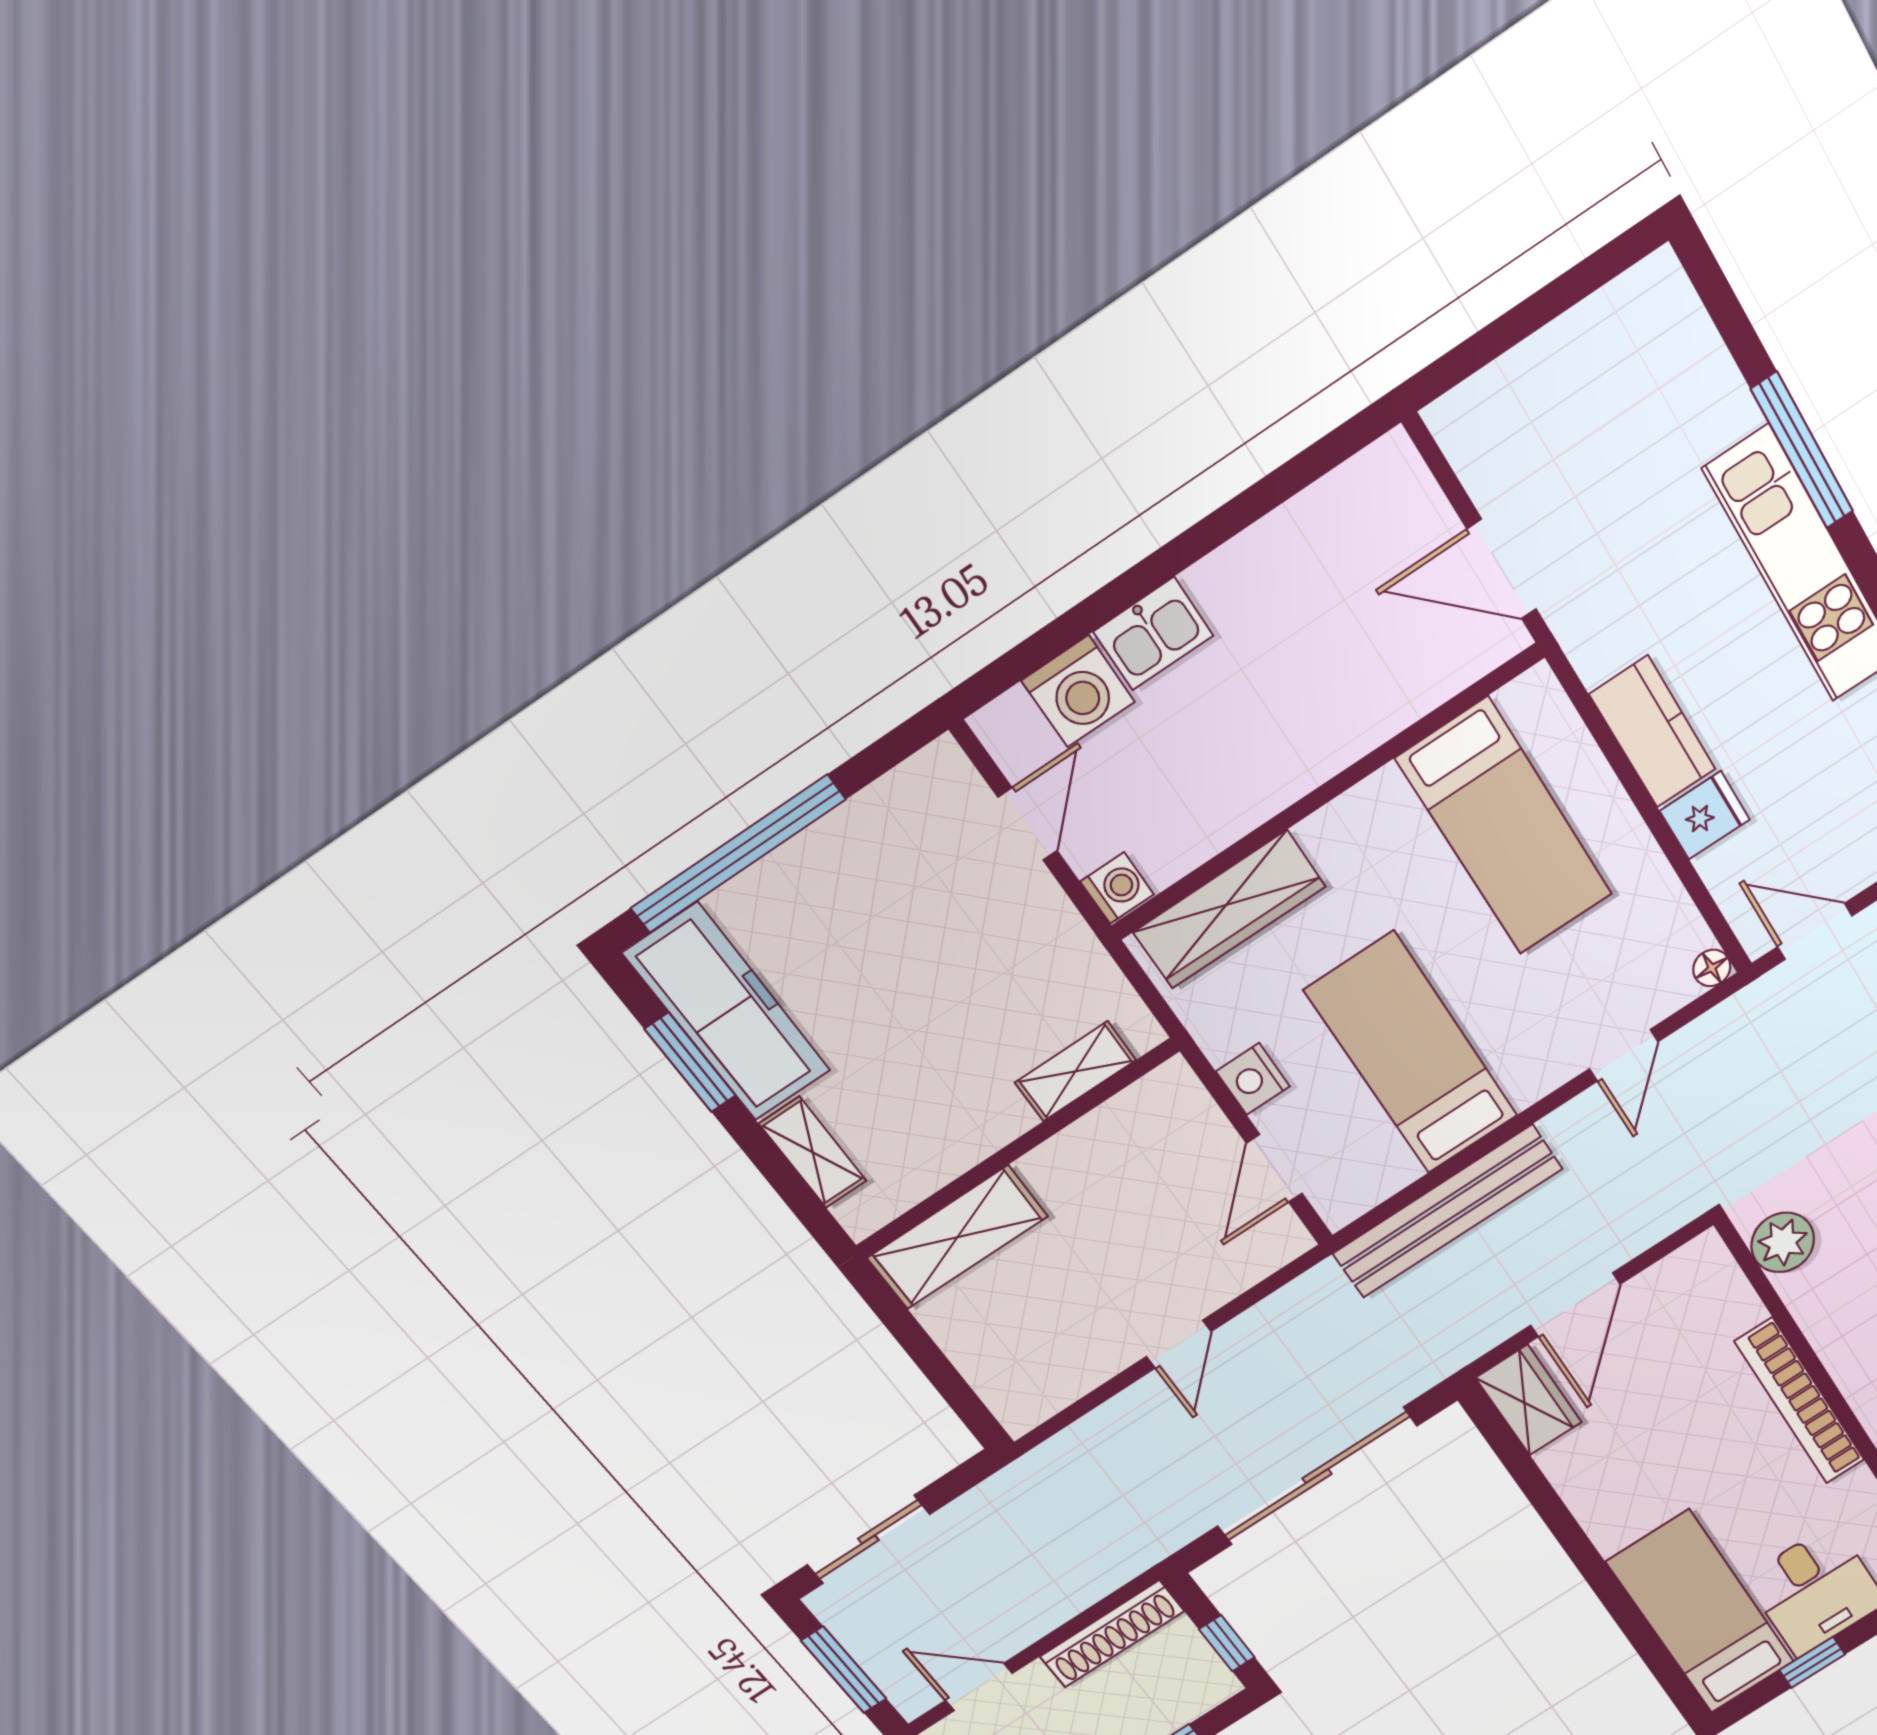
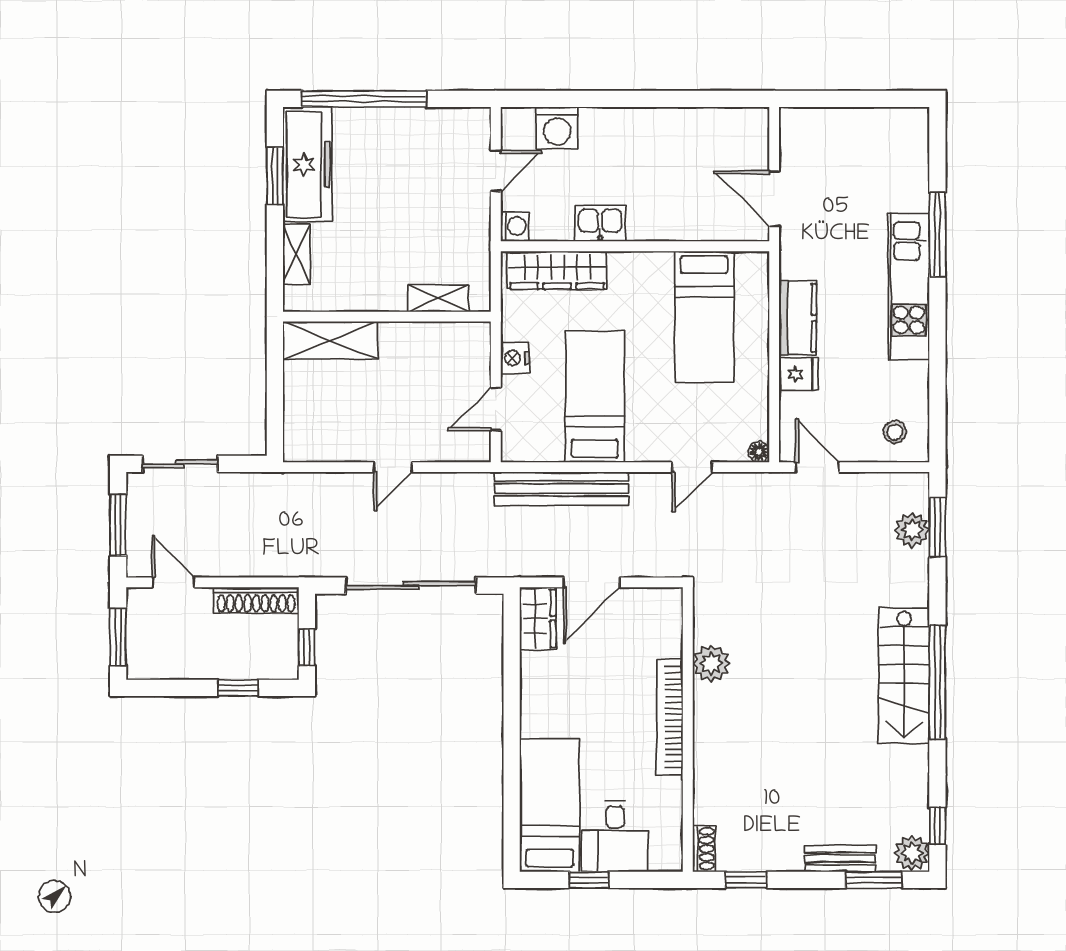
kitchen sink: (1153, 634) -> (600, 223), moved, turned 180
plant: (1783, 1242) -> (711, 663), moved

